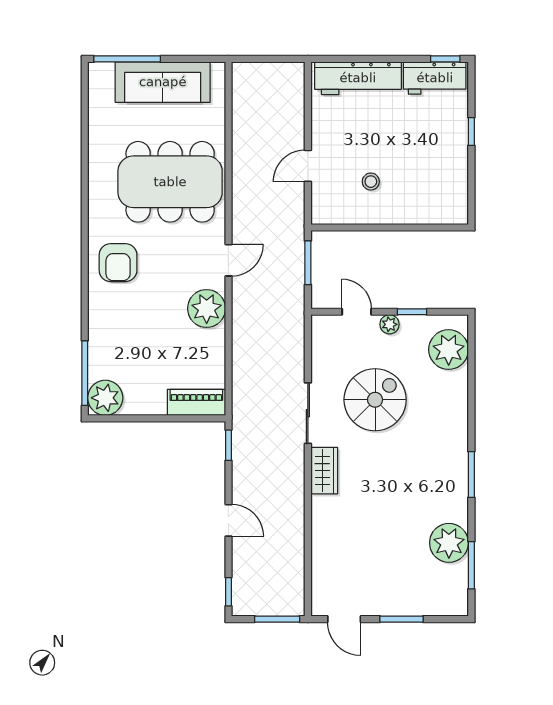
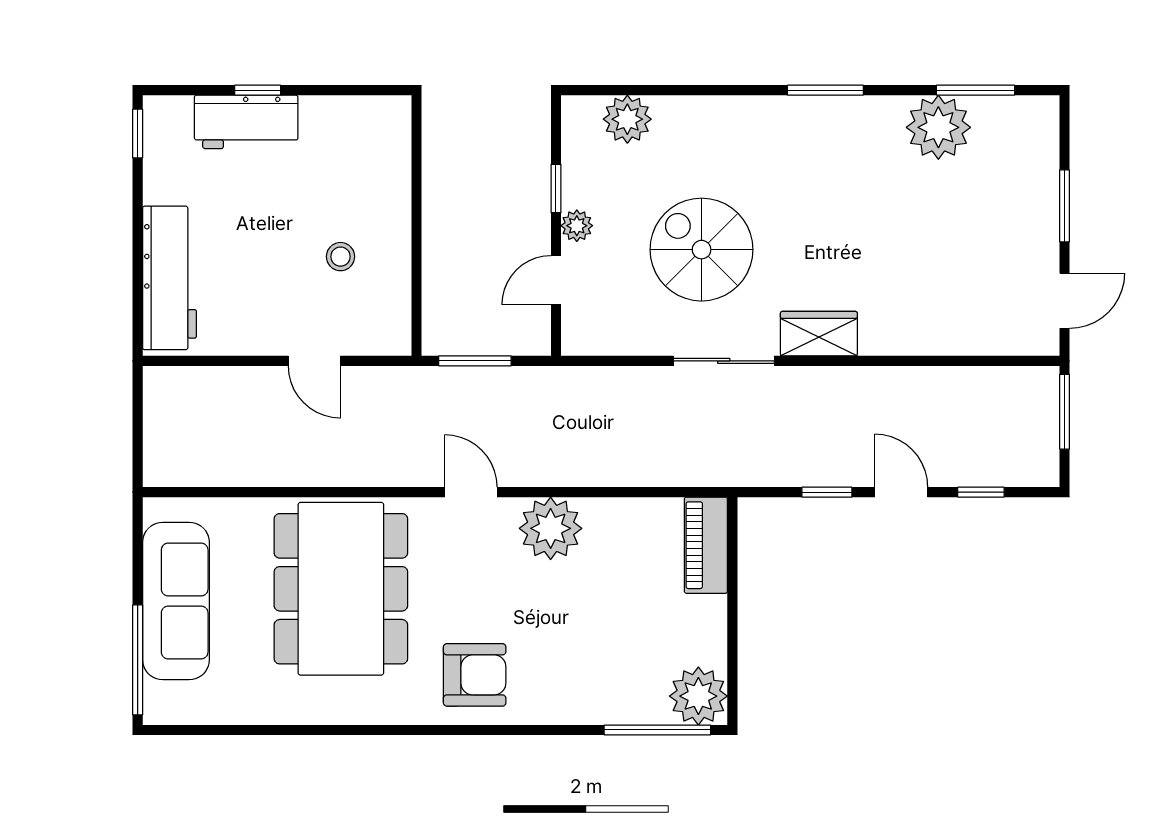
workbench: (435, 78) -> (246, 122), moved, turned 90
plant: (449, 350) -> (627, 119), width x0.73, depth x0.73
window: (228, 445) -> (827, 492), moved
door: (228, 520) -> (901, 492), hinge flipped
window: (228, 592) -> (981, 492), moved

